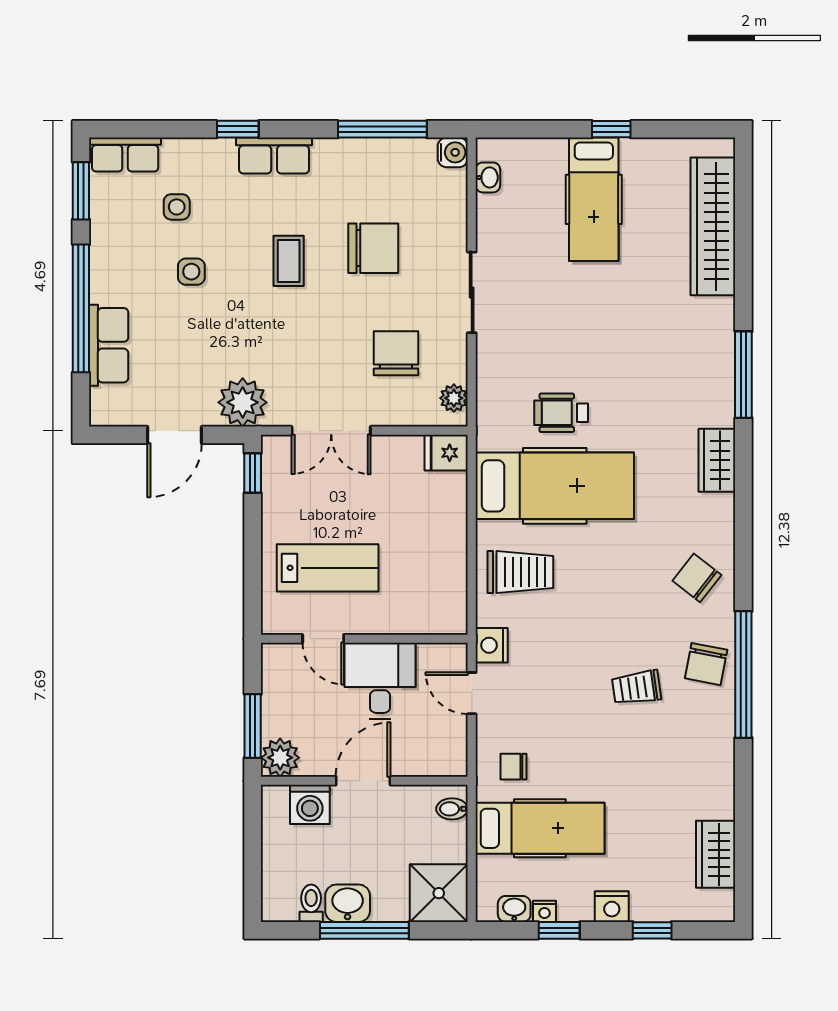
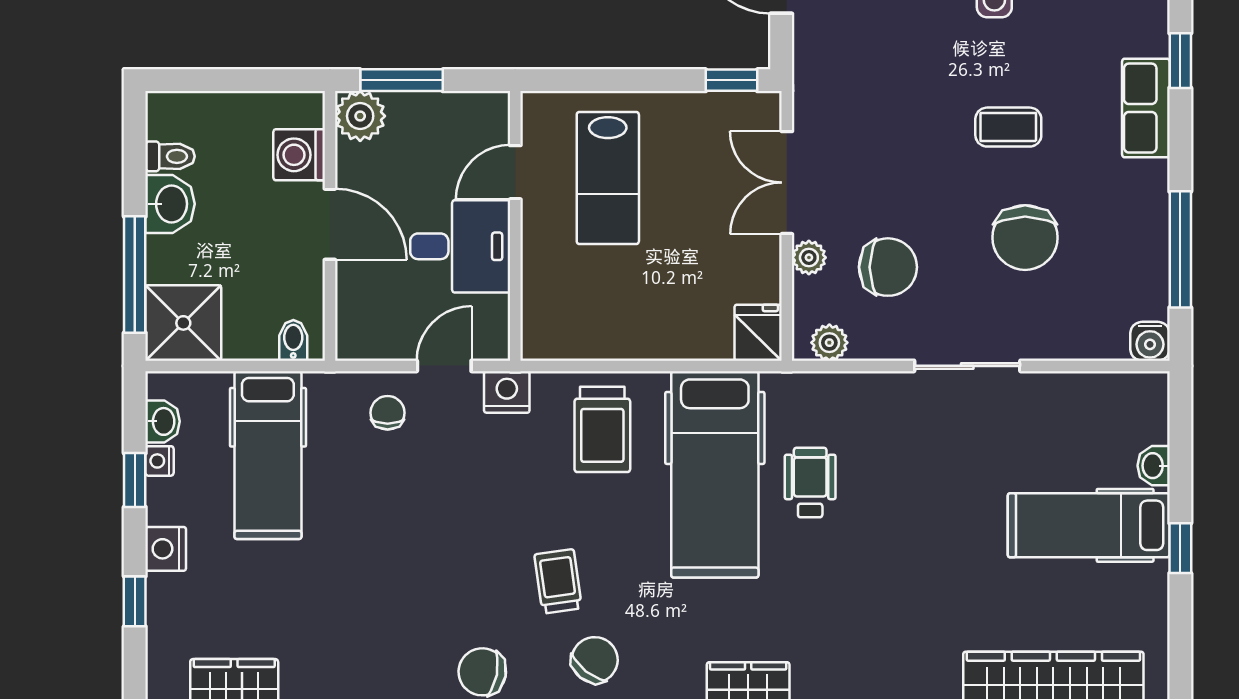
washbasin: (488, 177) -> (1154, 466), moved, turned 90
plant: (243, 402) -> (809, 257), moved, width x0.53, depth x0.53
trolley: (636, 688) -> (558, 581), moved
chair: (514, 767) -> (388, 413), moved
window: (364, 930) -> (135, 275), moved

